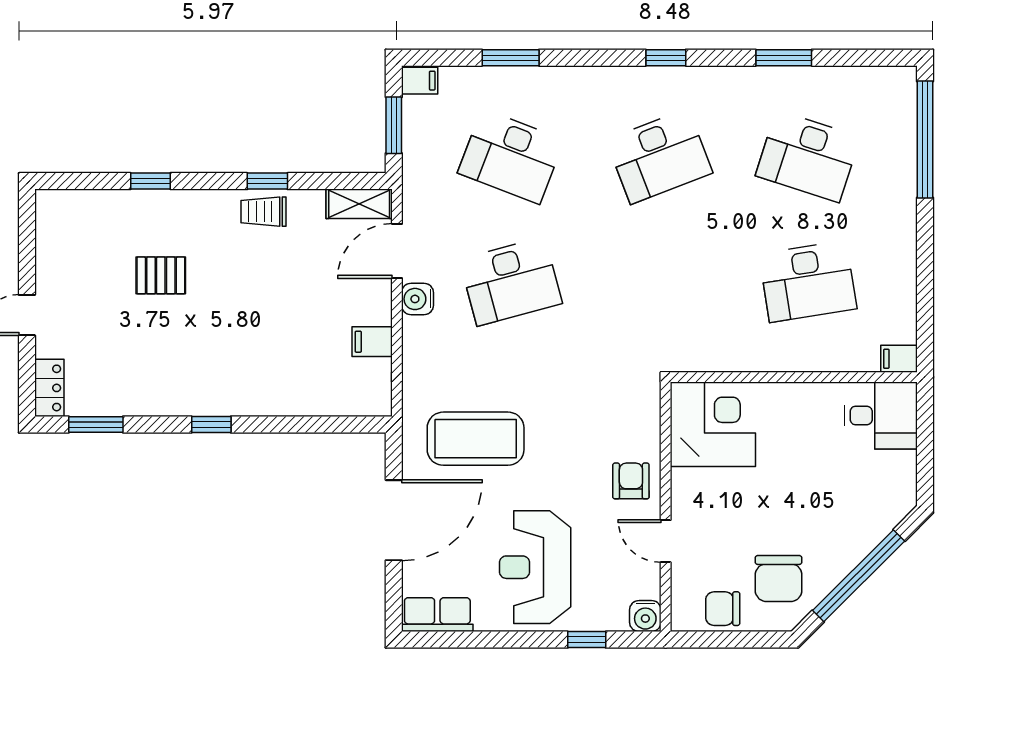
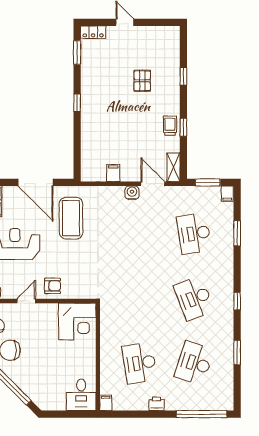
desk: (511, 156) -> (194, 233), turned -30
printer: (901, 243) -> (156, 404), added
desk: (511, 282) -> (140, 233), removed

